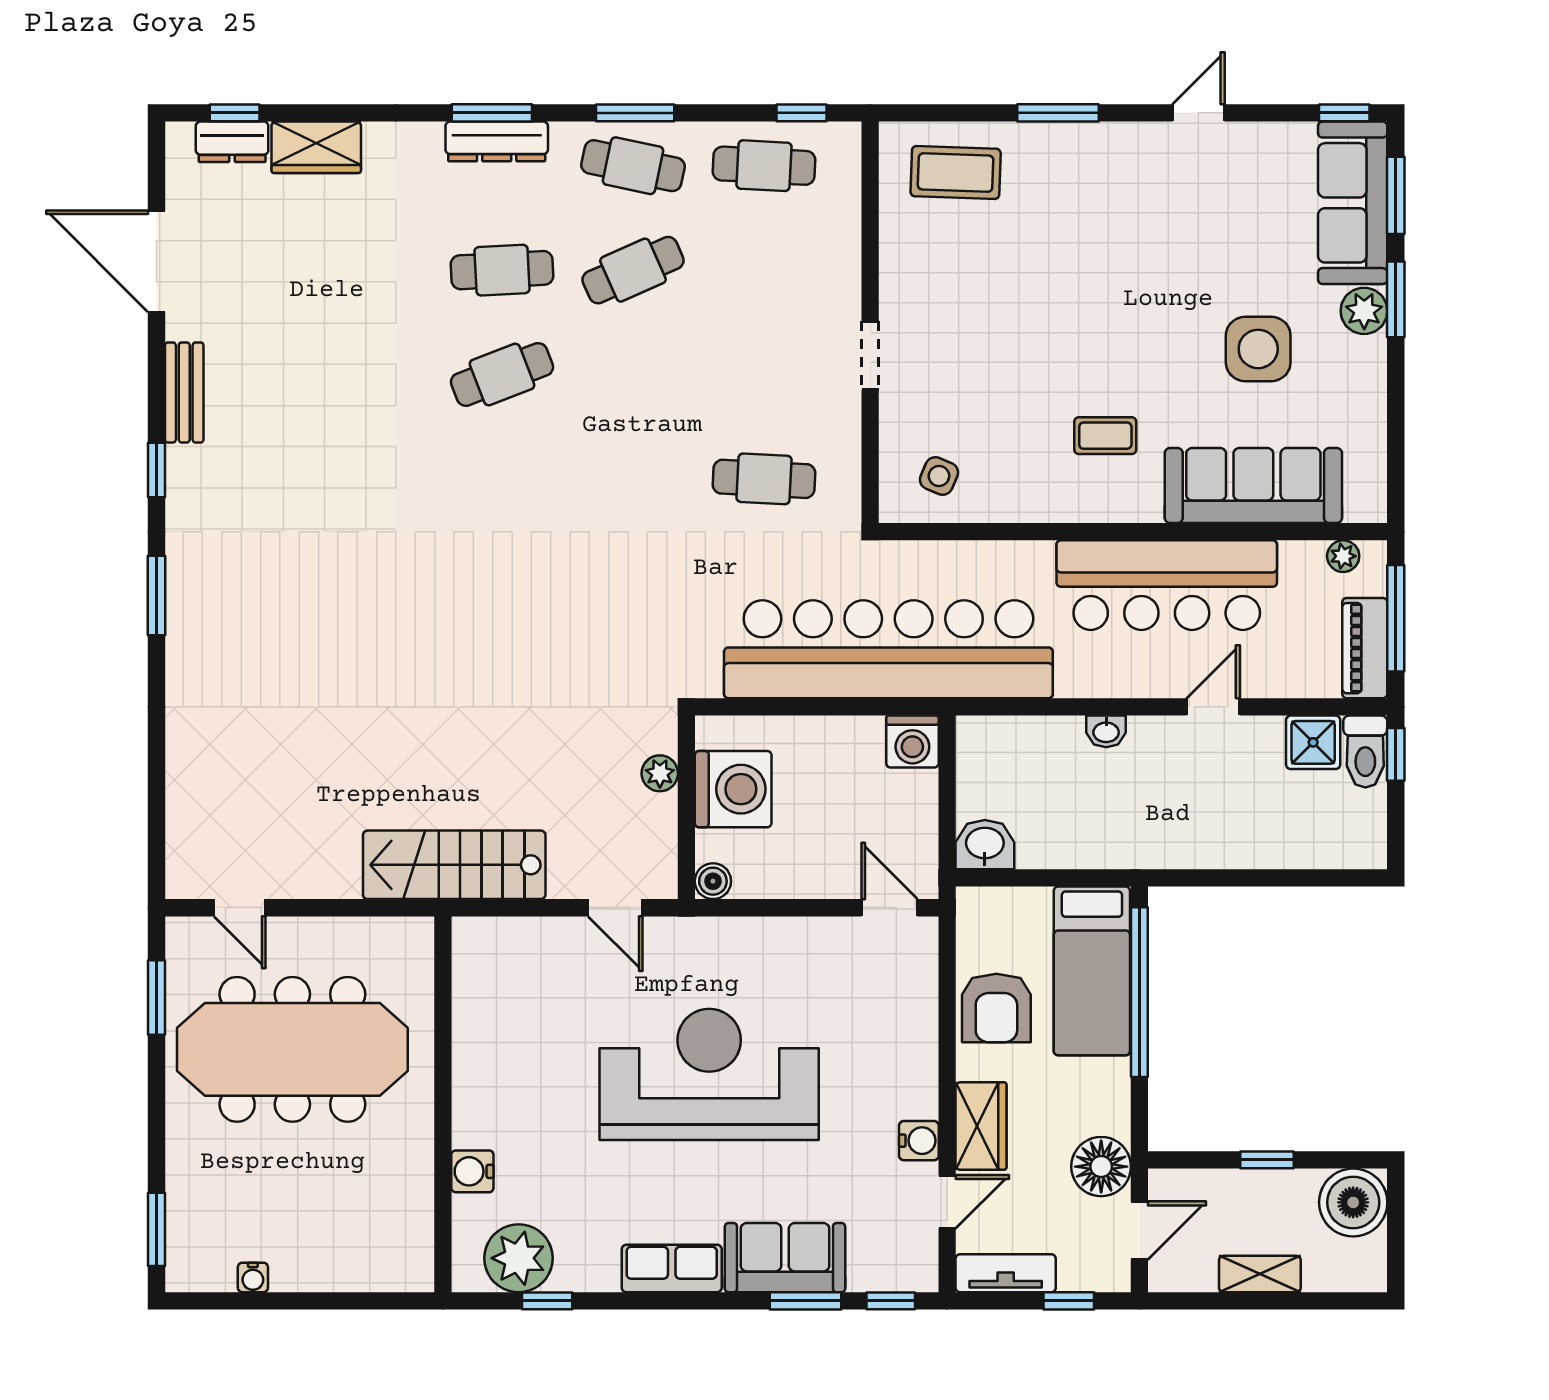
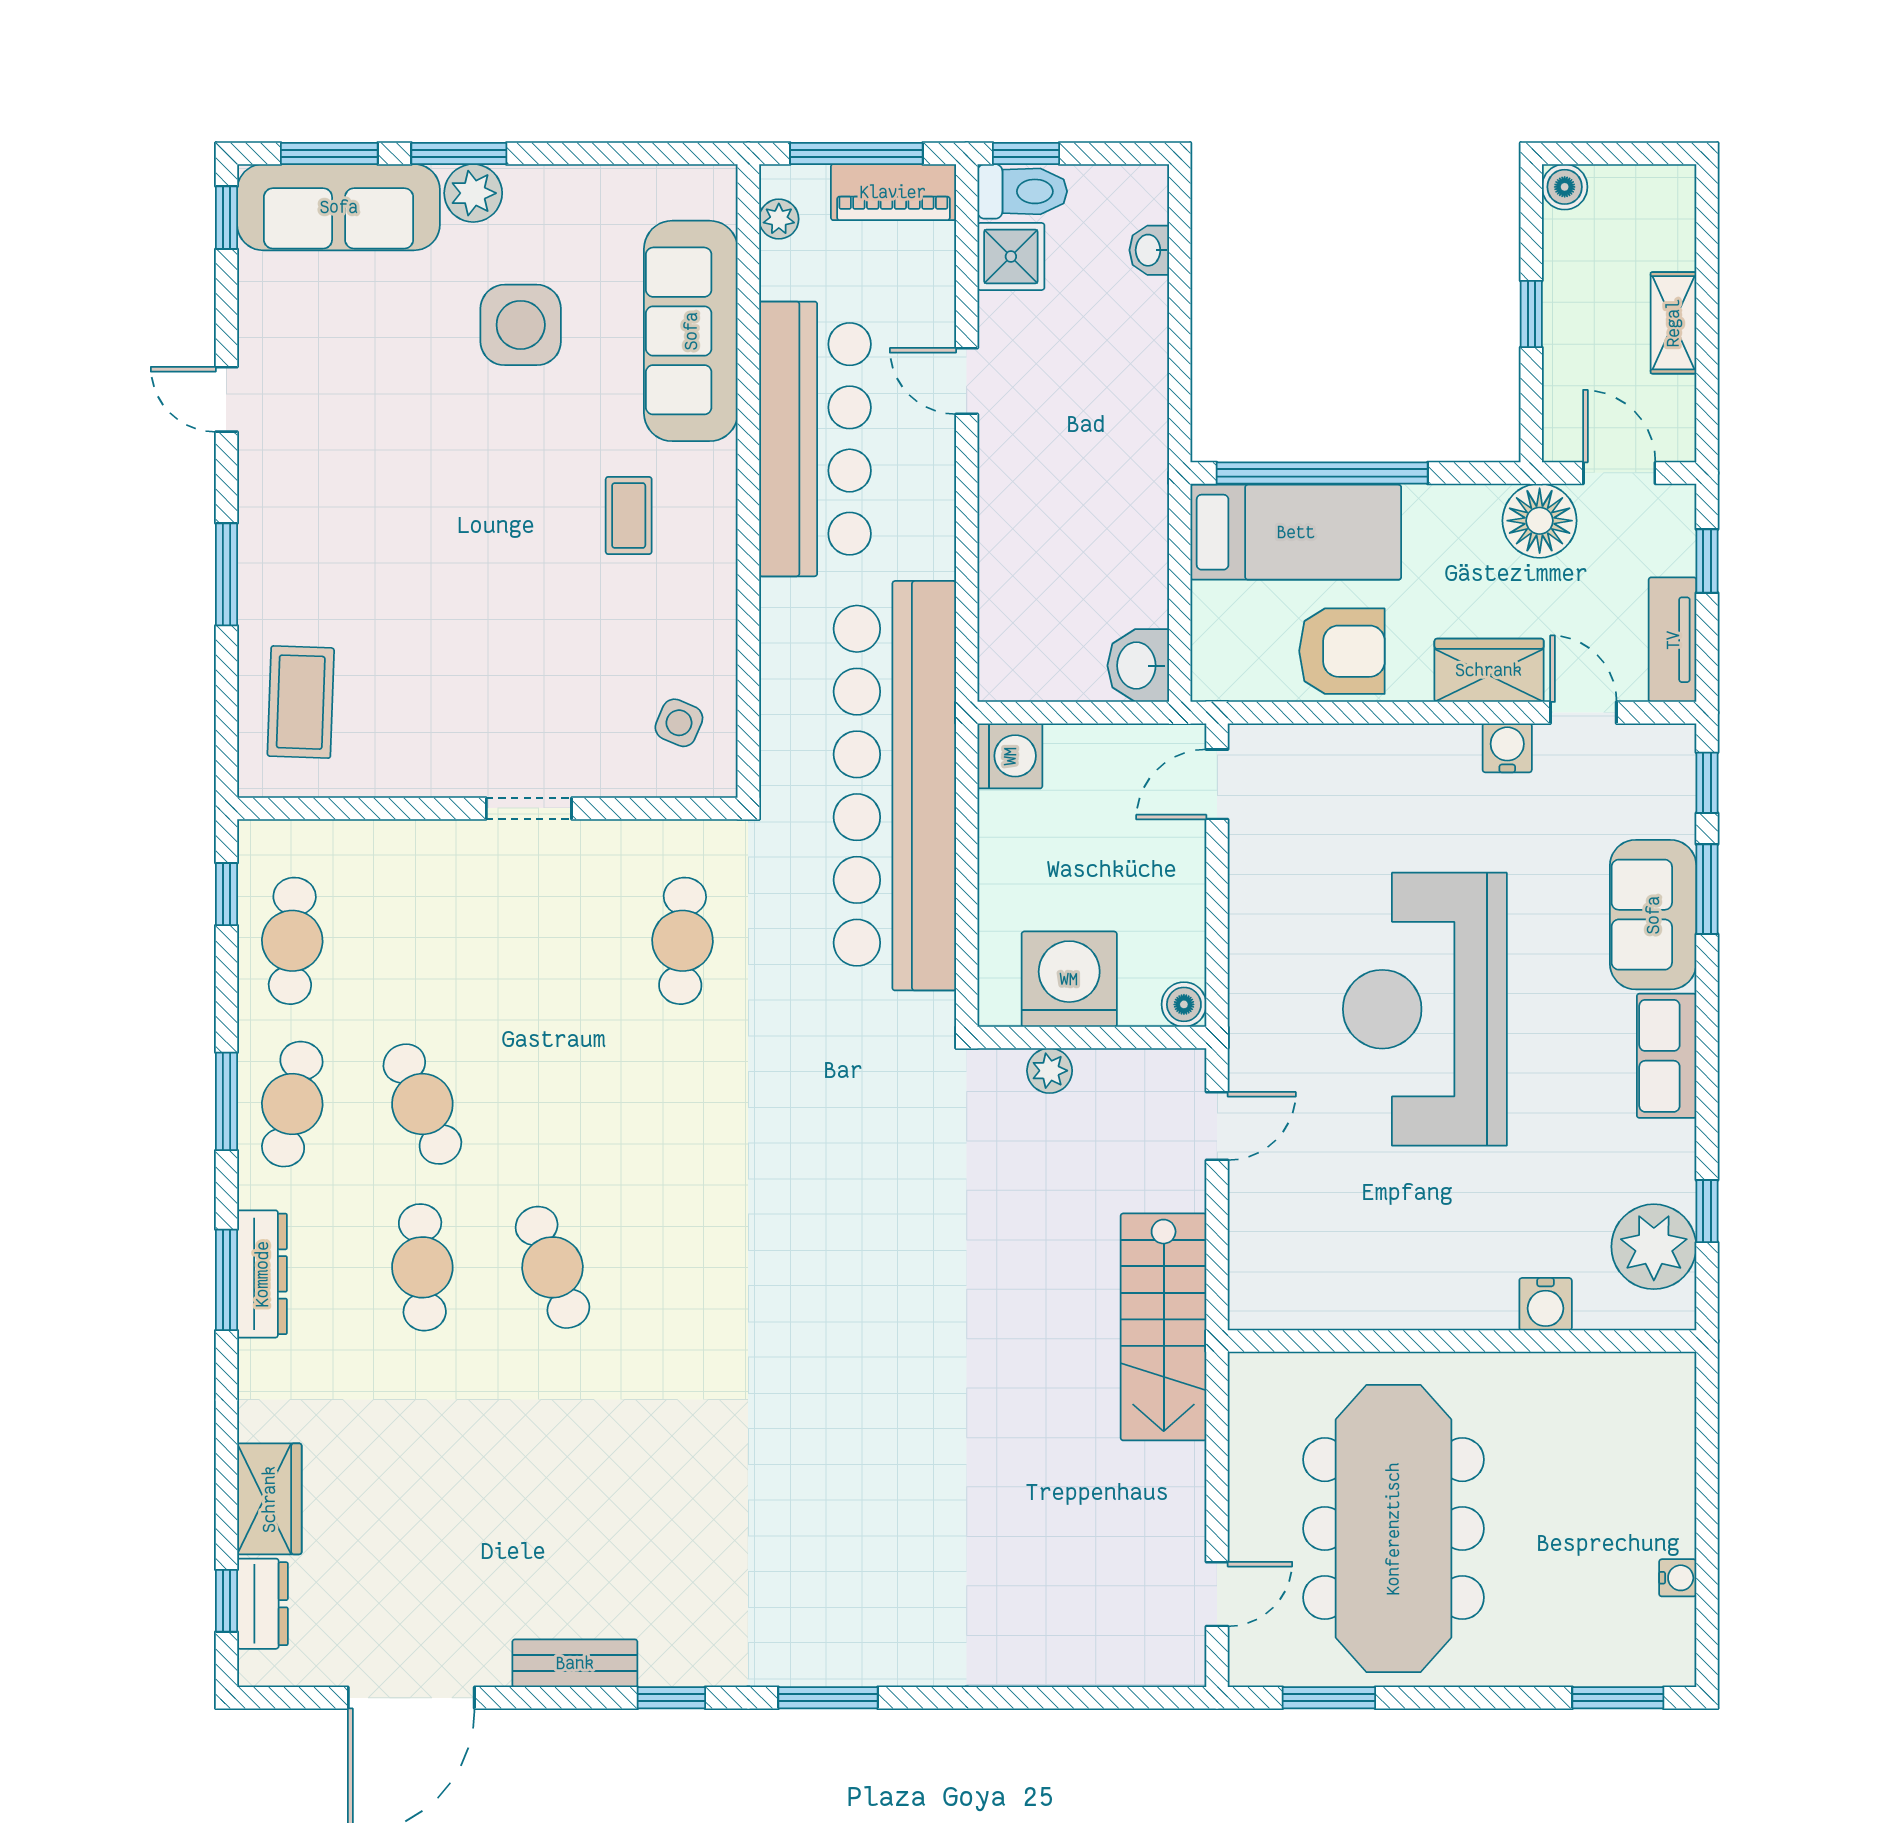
washbasin: (1106, 731) -> (1149, 250), moved, turned 180
boiler: (1353, 1202) -> (1565, 187), width x0.54, depth x0.54

